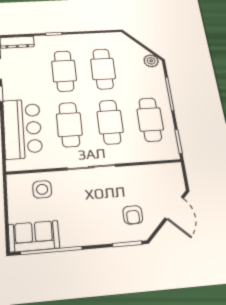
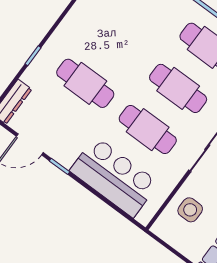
cafe table: (103, 69) -> (116, 42), removed

